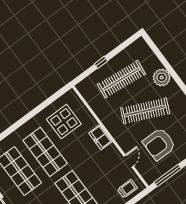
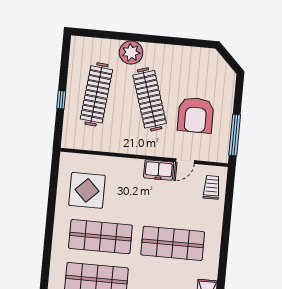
clothes rail: (145, 111) -> (150, 99), turned -42
freezer: (100, 137) -> (159, 170), moved
door: (129, 161) -> (185, 161), swing flipped

